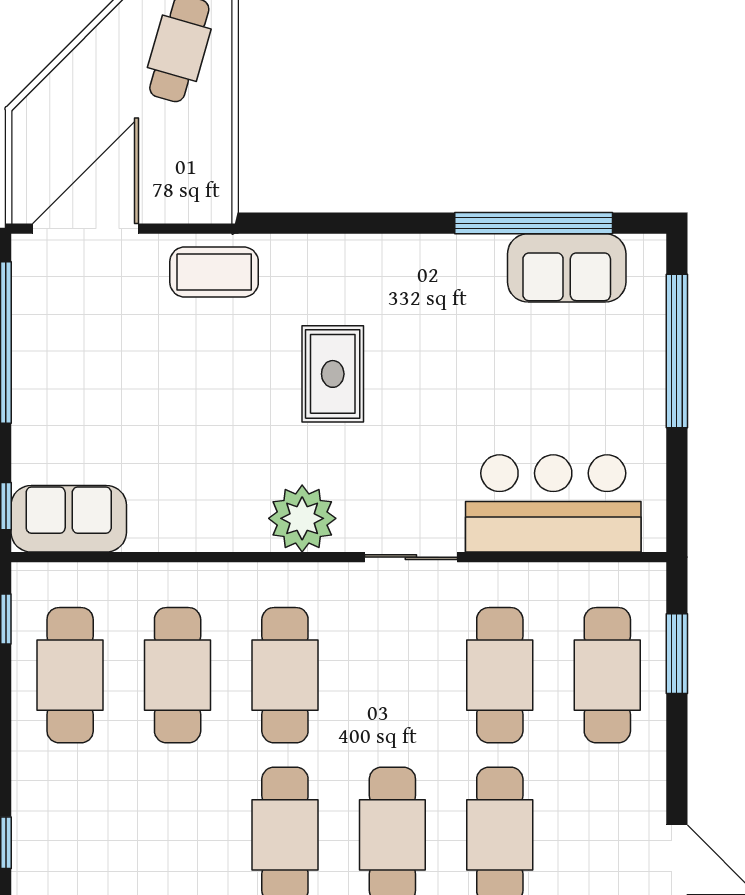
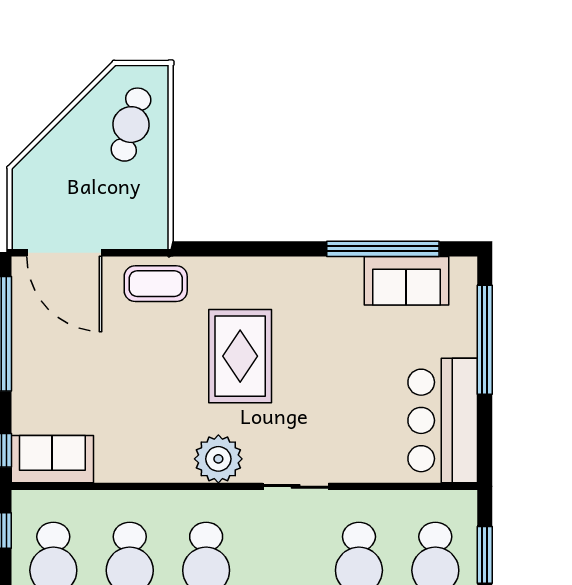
door: (86, 229) -> (64, 253), swing flipped
rug: (333, 374) -> (240, 356), width x1.36, depth x1.43
bar counter: (553, 503) -> (443, 420), moved, turned -90

